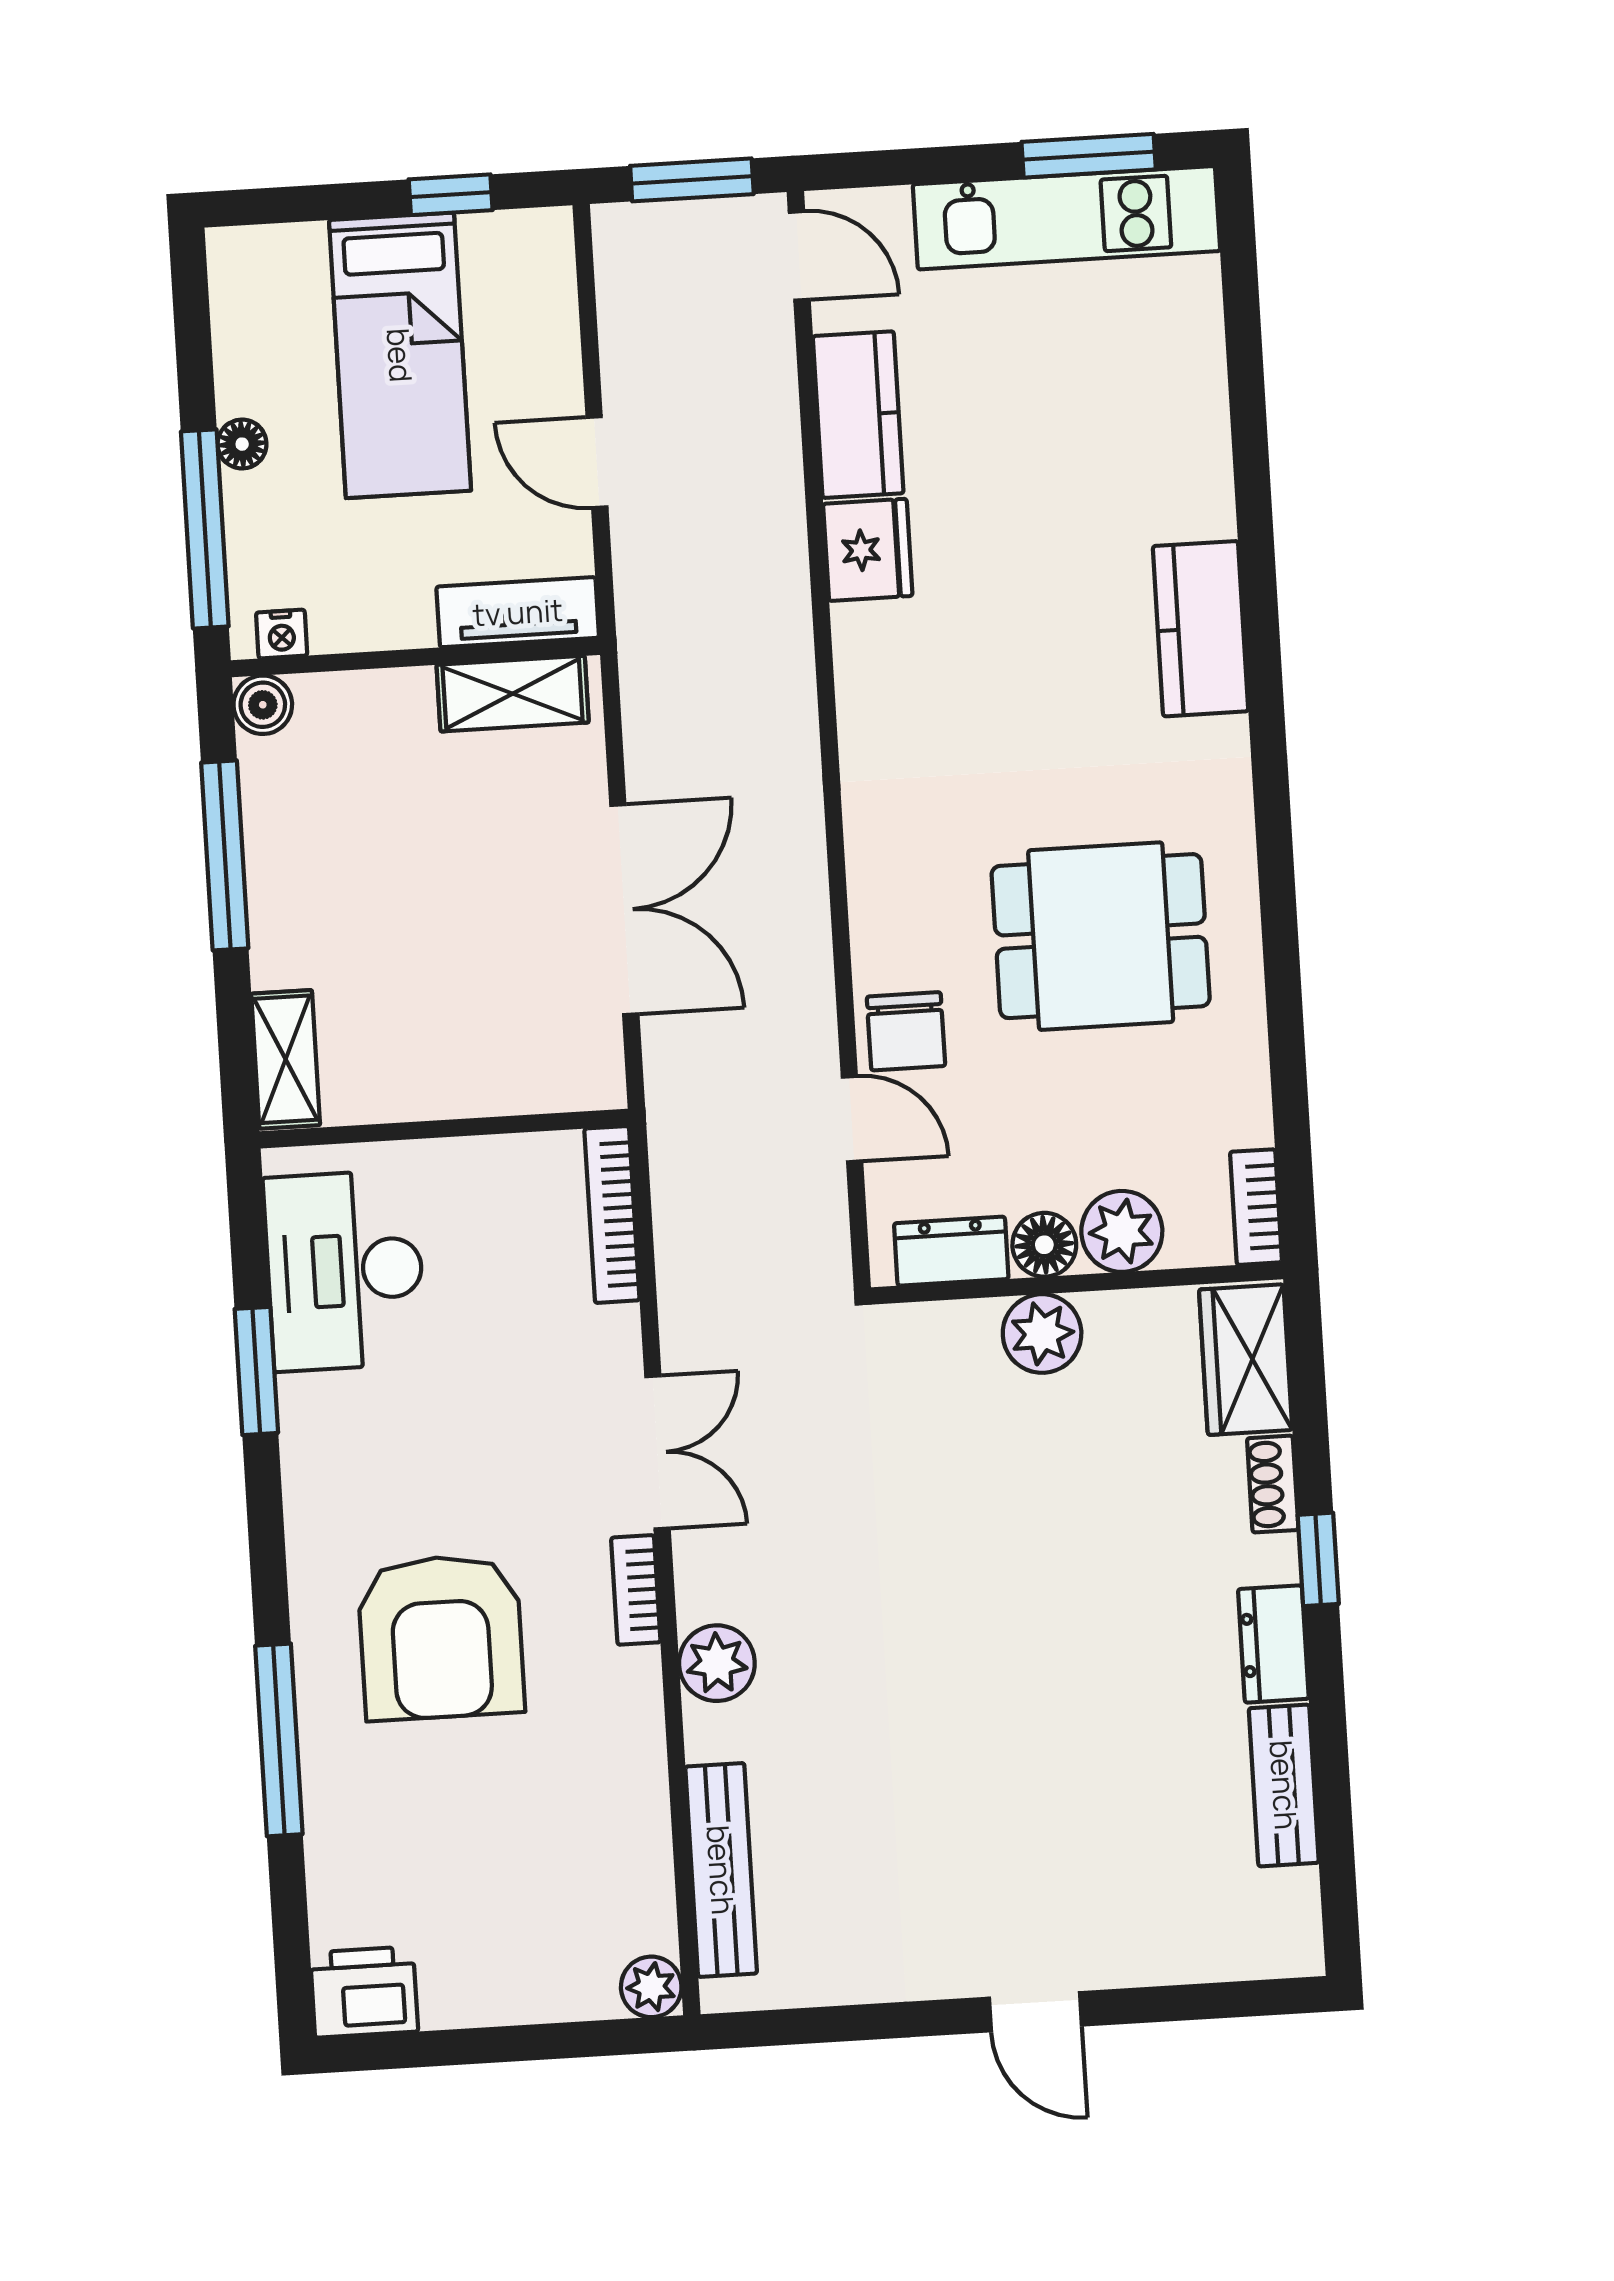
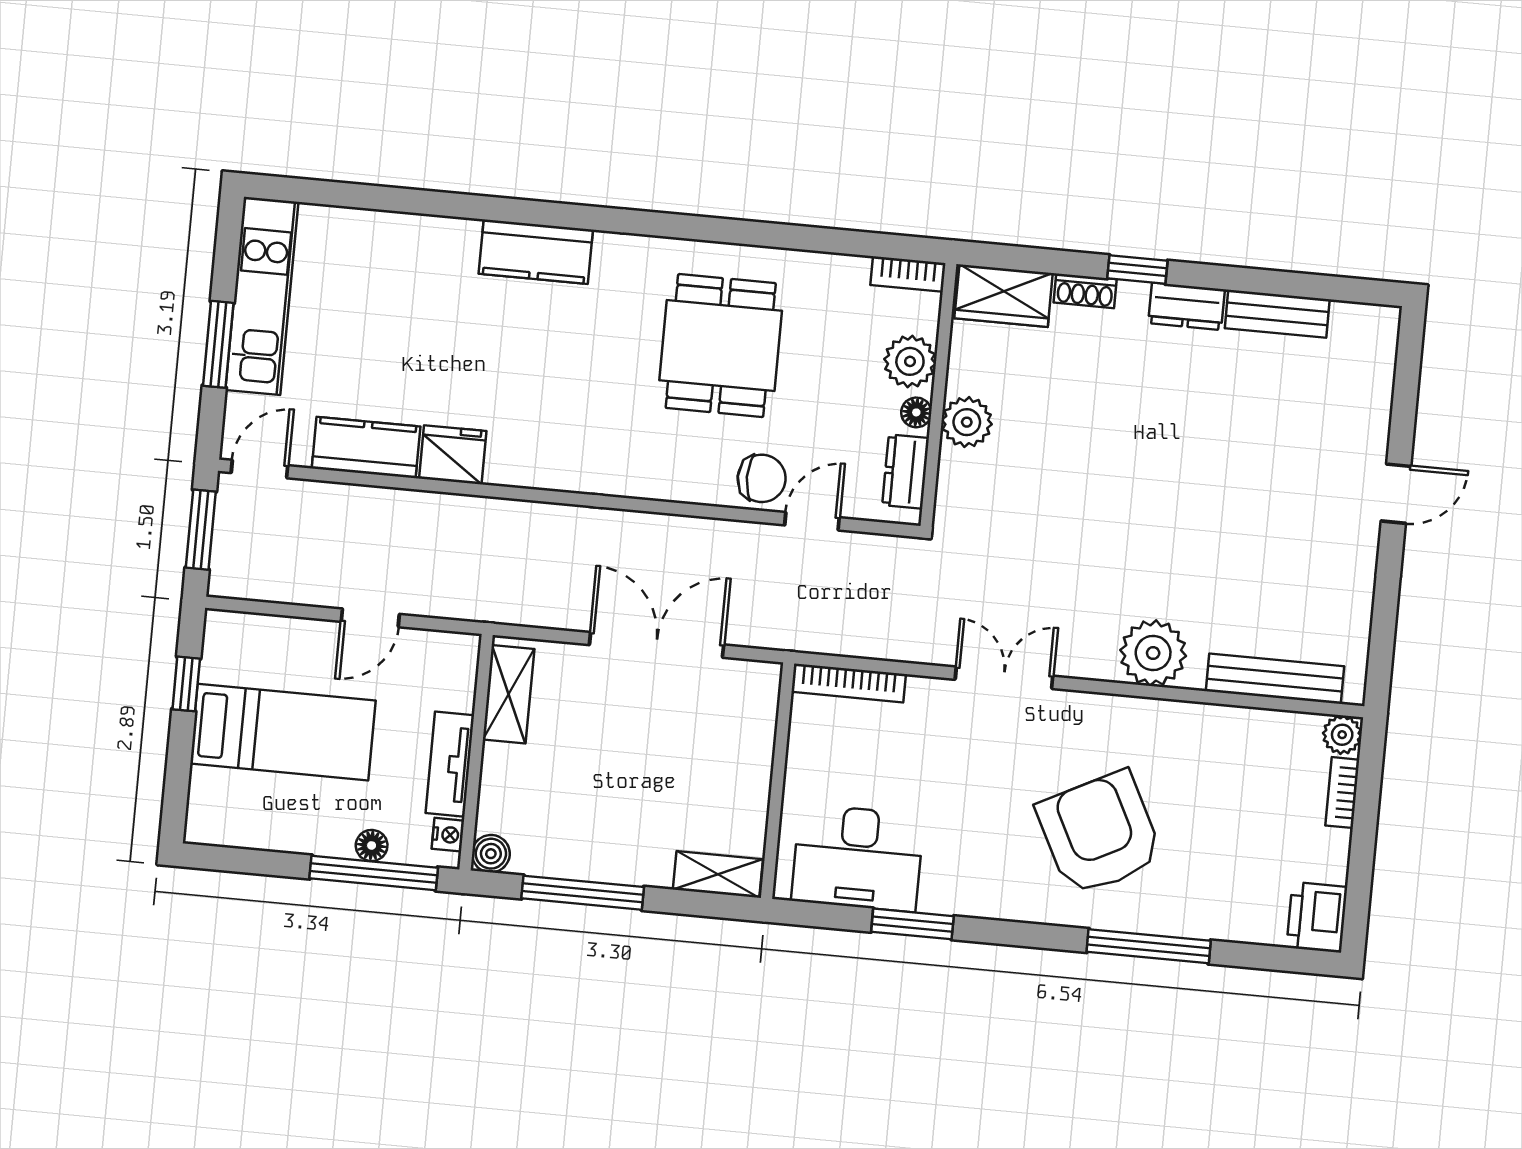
window: (1089, 156) -> (218, 344), moved
floor lamp: (242, 444) -> (372, 845), moved
tv unit: (518, 612) -> (450, 764), moved
floor lamp: (1044, 1245) -> (916, 412), width x0.73, depth x0.73
bookcase: (636, 1590) -> (1342, 793), moved, turned 90
armchair: (441, 1637) -> (1100, 833), turned -117
plant: (717, 1663) -> (1153, 653), width x1.36, depth x1.36

